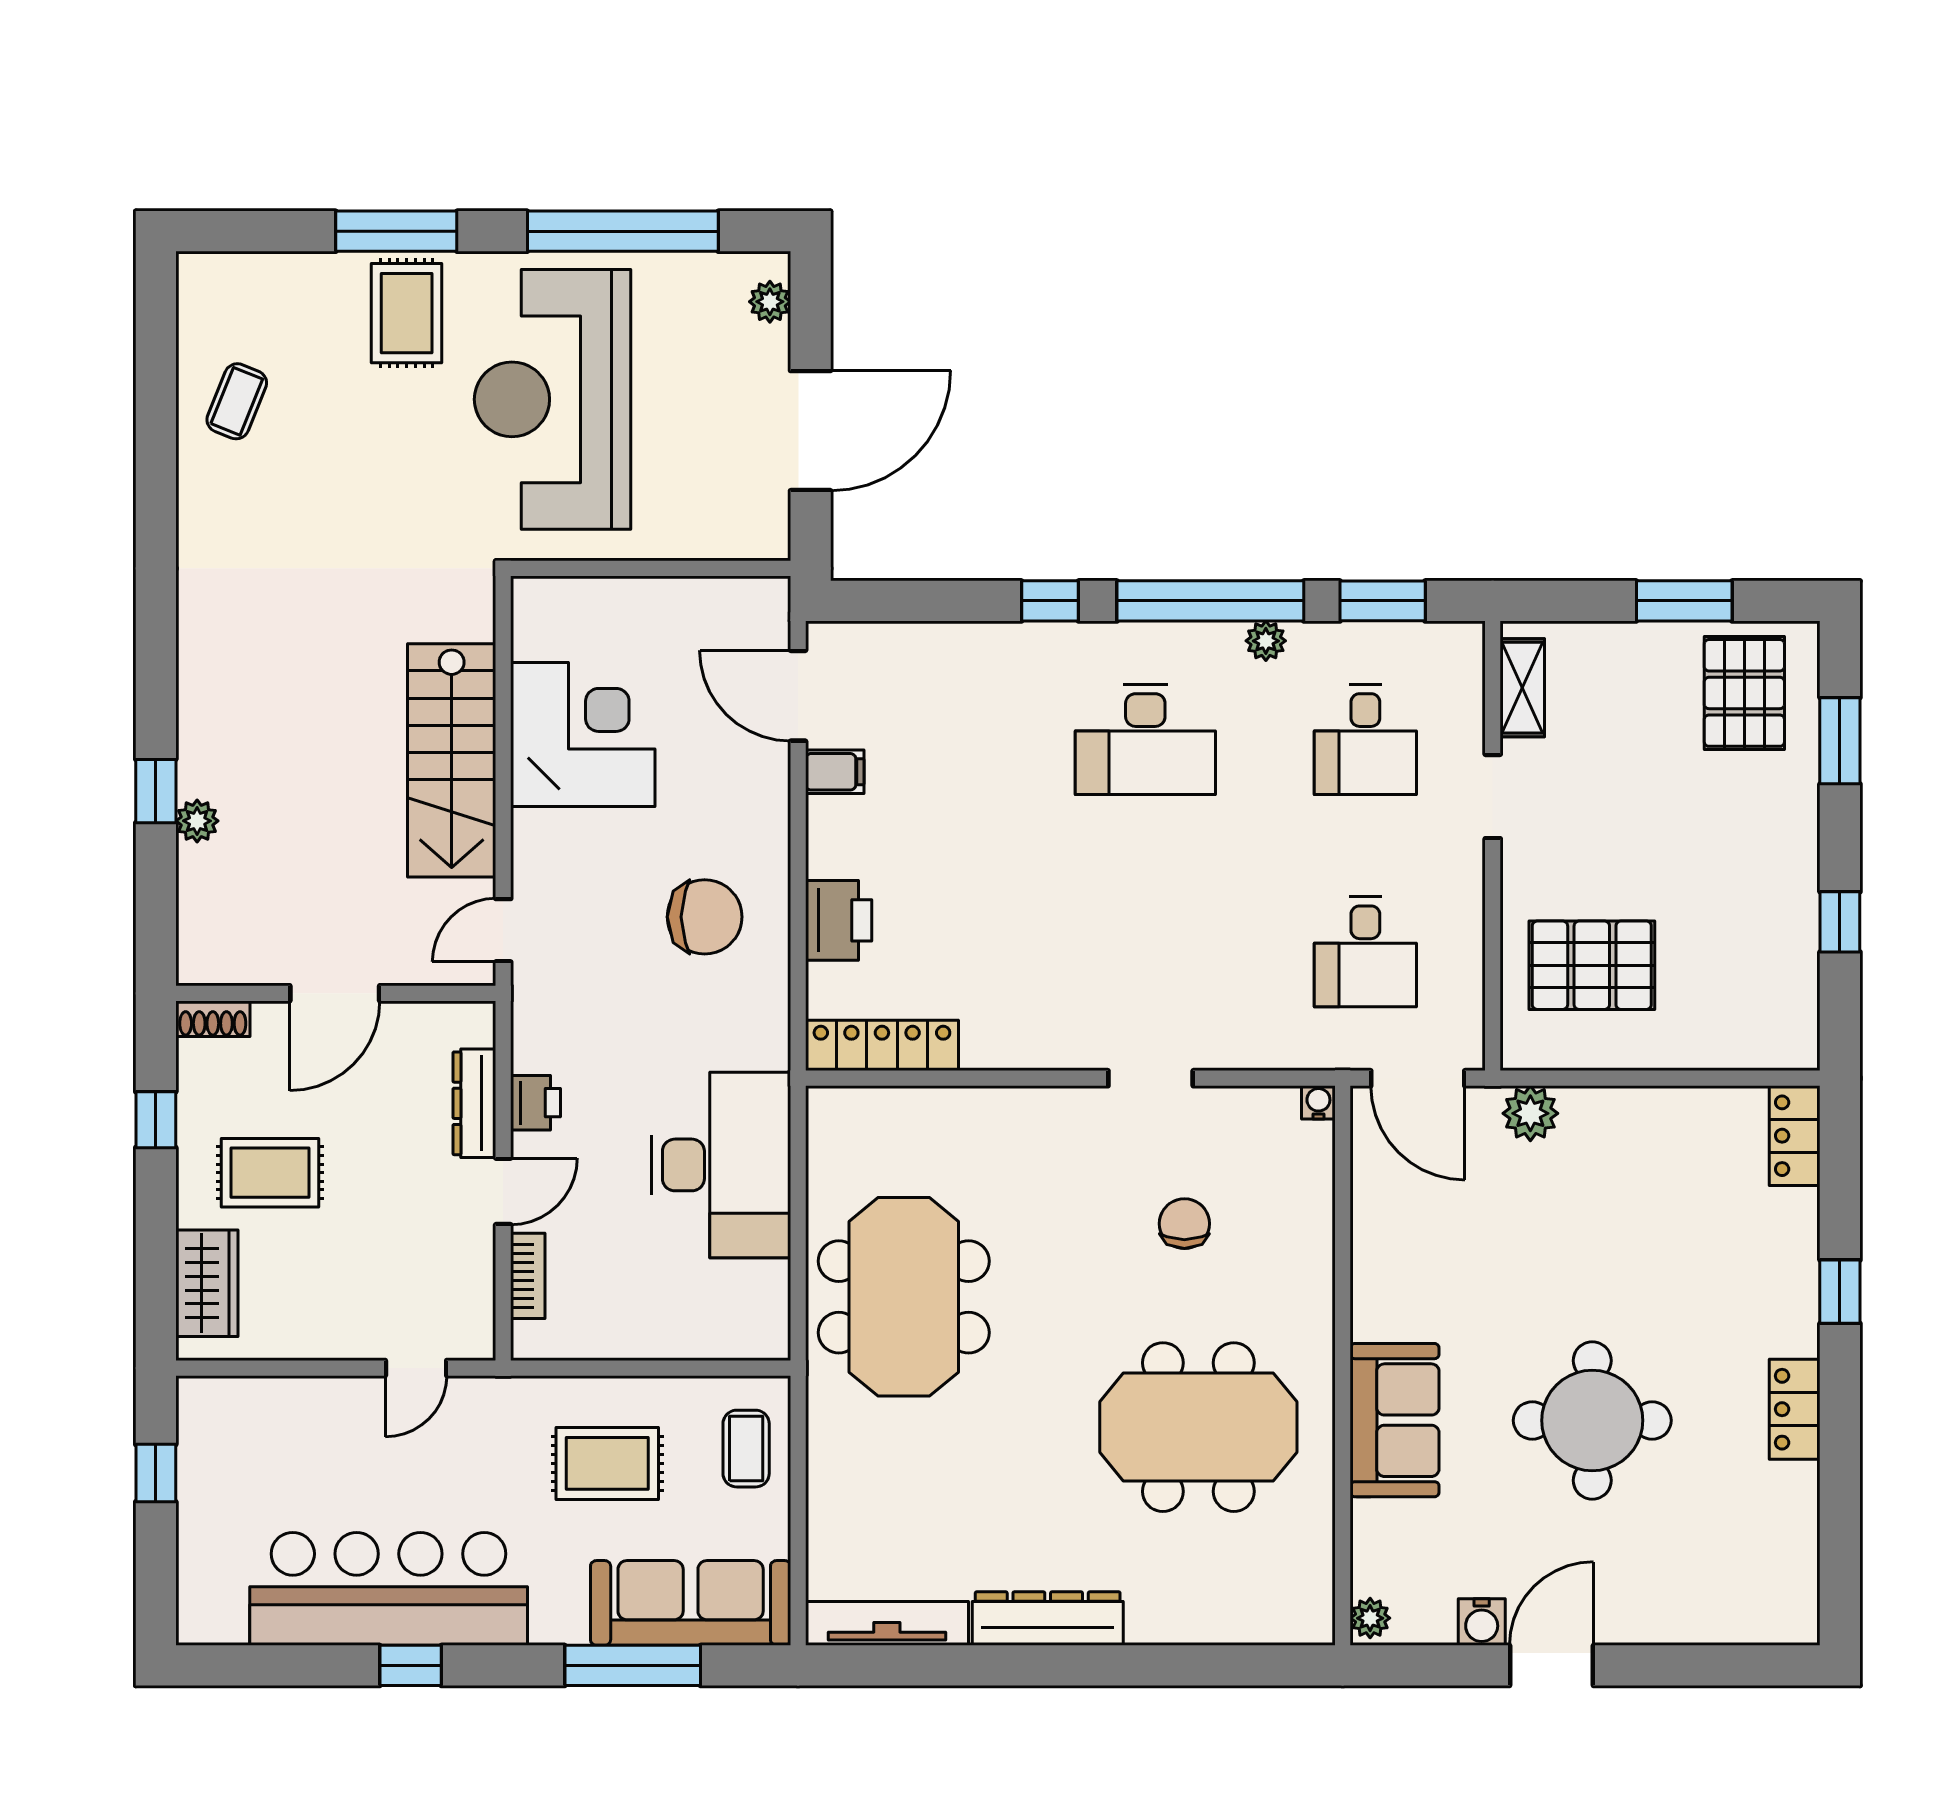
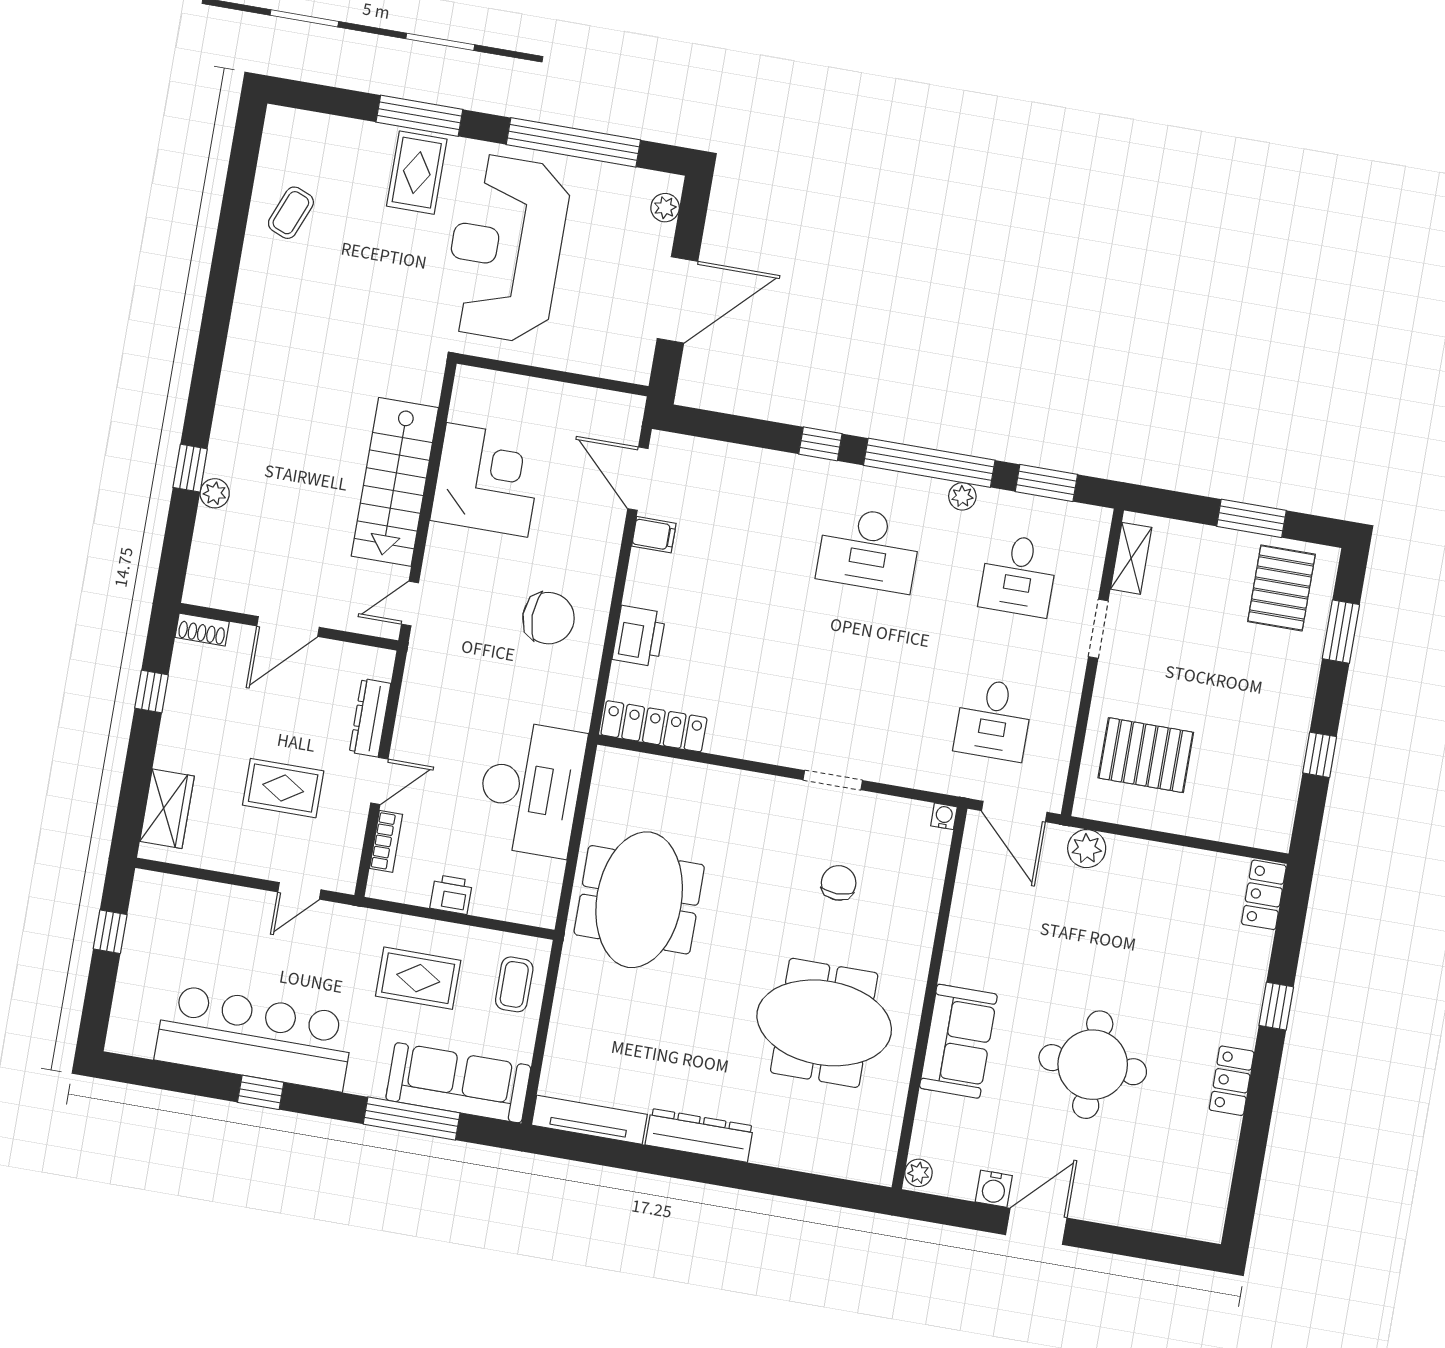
printer: (536, 1103) -> (451, 894), moved, turned -90
rug: (270, 1173) -> (283, 788), moved

